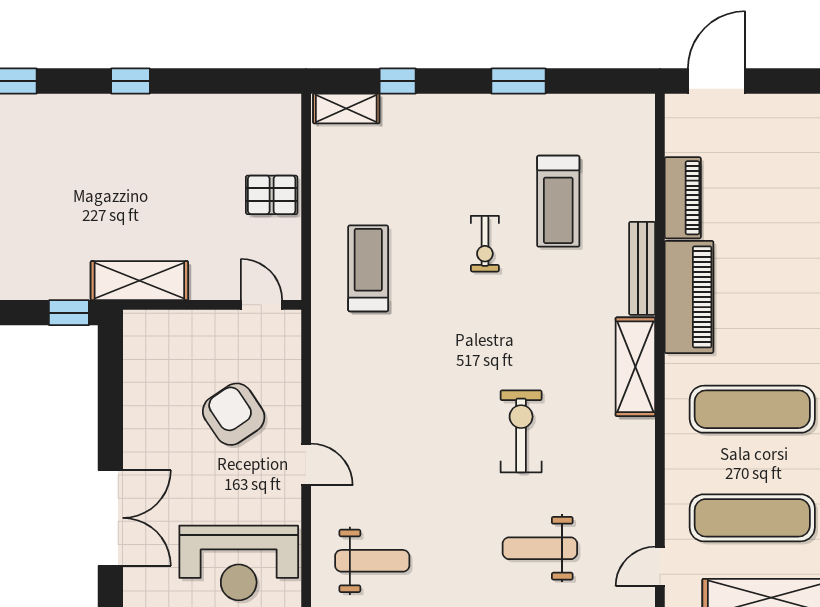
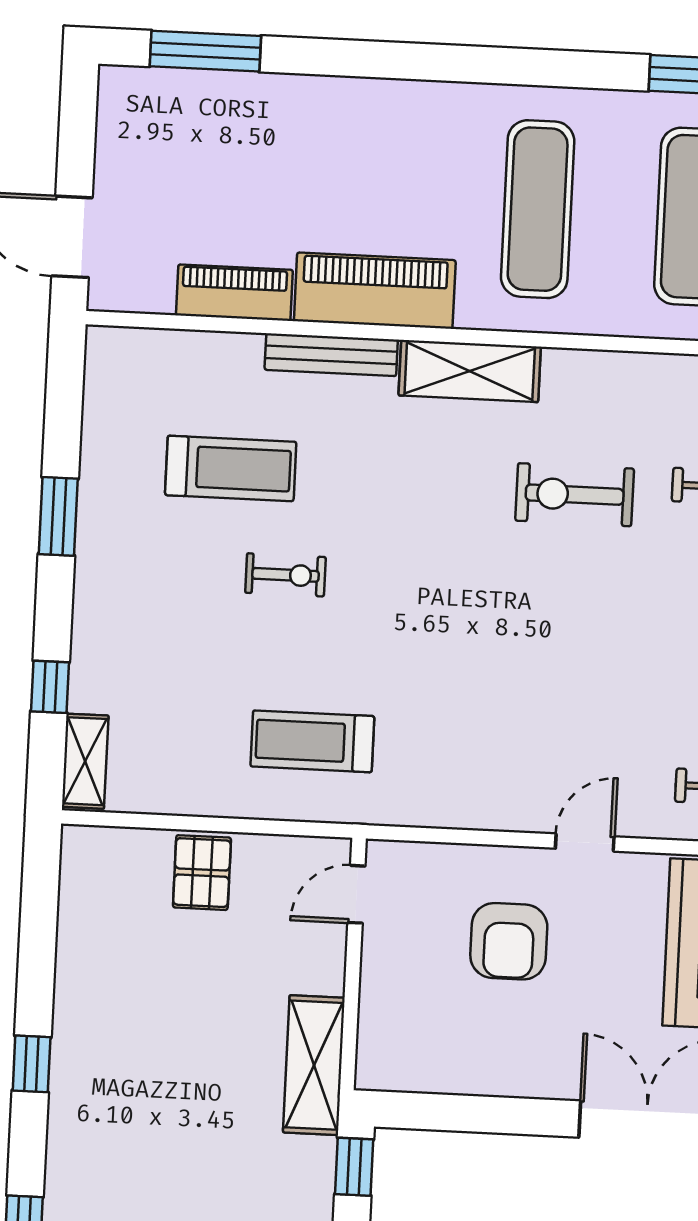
armchair: (234, 414) -> (509, 941), turned -56
exercise bike: (521, 431) -> (575, 495), moved

